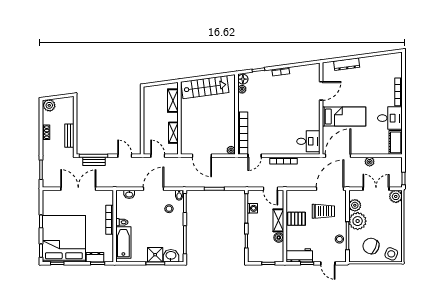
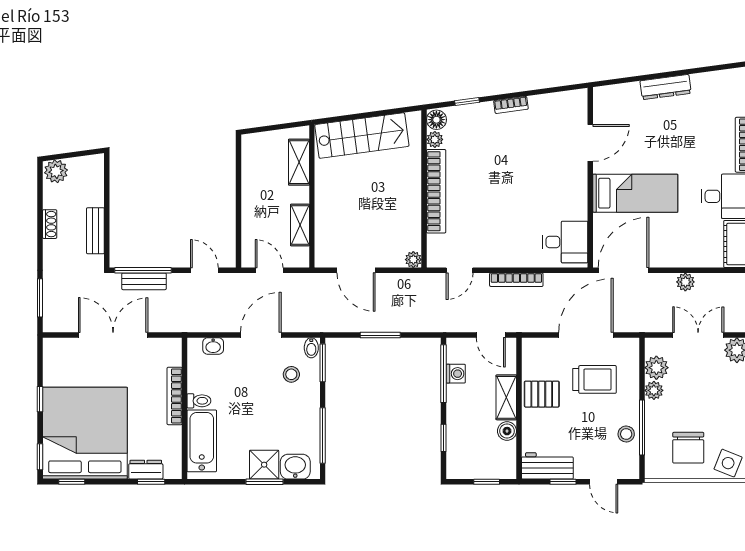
dresser: (347, 64) -> (666, 87), moved
bookcase: (243, 133) -> (436, 191), moved
door: (330, 189) -> (586, 335), moved
plant: (358, 221) -> (654, 390), width x0.53, depth x0.53
chair: (371, 246) -> (688, 448), turned -113

